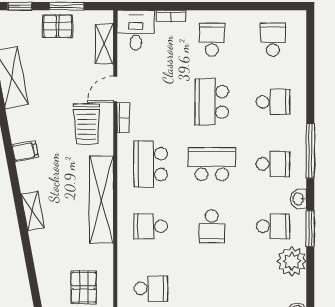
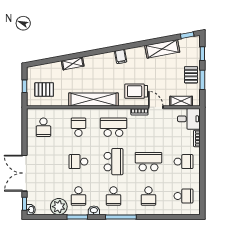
shelving: (33, 211) -> (73, 63), moved

